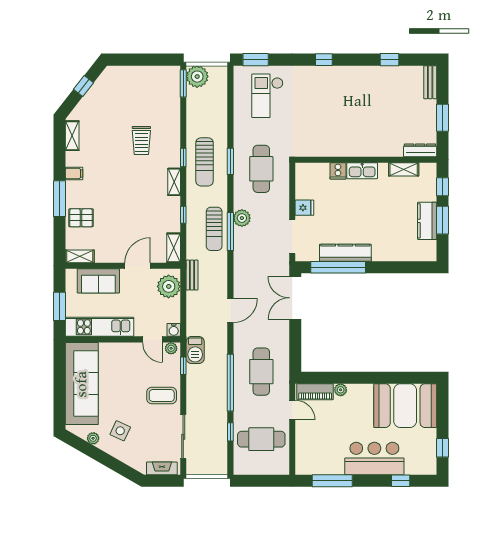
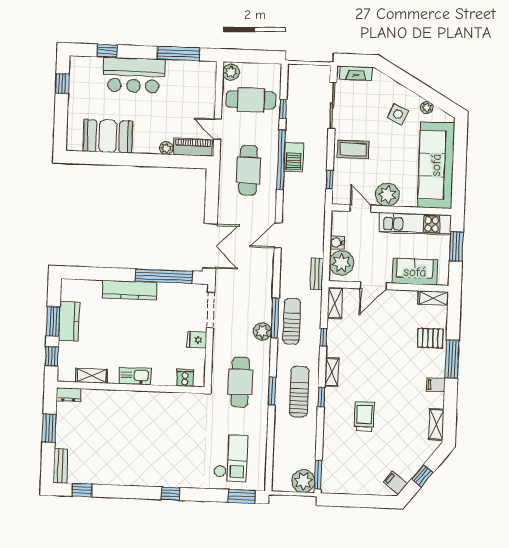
window: (390, 60) -> (82, 490), moved
filing cabinet: (109, 78) -> (395, 483), added
dresser: (420, 150) -> (68, 395), width x0.70
cooker: (338, 171) -> (185, 378), moved
kitchen counter: (345, 253) -> (130, 290), moved
water cooler: (174, 330) -> (337, 243), moved, turned -90
plant: (171, 348) -> (387, 195), moved, width x1.87, depth x1.87
barbecue: (195, 350) -> (294, 157), moved, turned 180
booth: (405, 406) -> (108, 136), width x0.73, depth x0.70
plant: (281, 465) -> (231, 72), added

